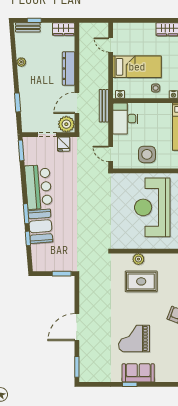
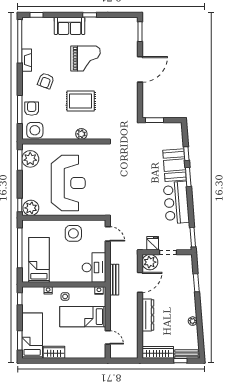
wardrobe: (64, 29) -> (158, 352), width x1.50
rug: (141, 281) -> (81, 101), moved
sofa: (138, 373) -> (70, 26), moved

